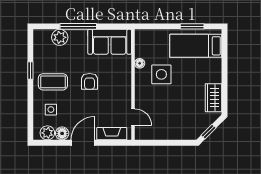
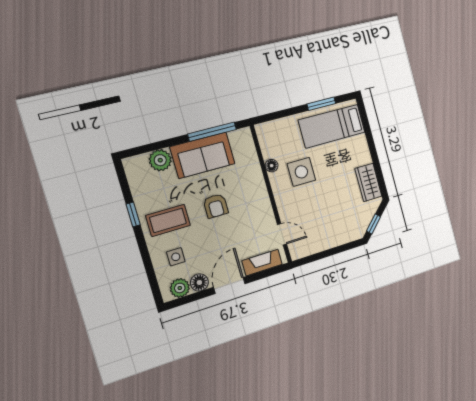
window: (78, 26) -> (212, 132), moved
sofa: (110, 42) -> (203, 155), moved

